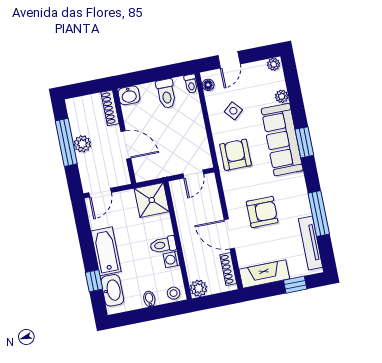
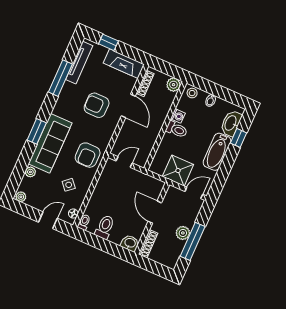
shower: (152, 200) -> (178, 171), moved

